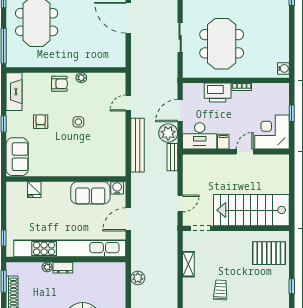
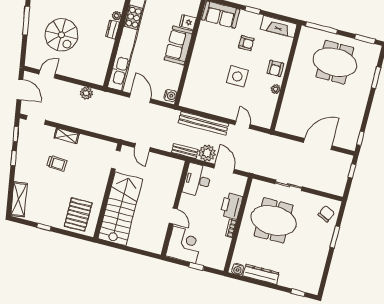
dresser: (282, 42) -> (261, 274), added
side table: (78, 122) -> (237, 76), width x1.87, depth x1.87
filing cabinet: (223, 142) -> (187, 200), removed
sofa: (90, 193) -> (179, 45), moved
shelving: (188, 264) -> (67, 136), moved

